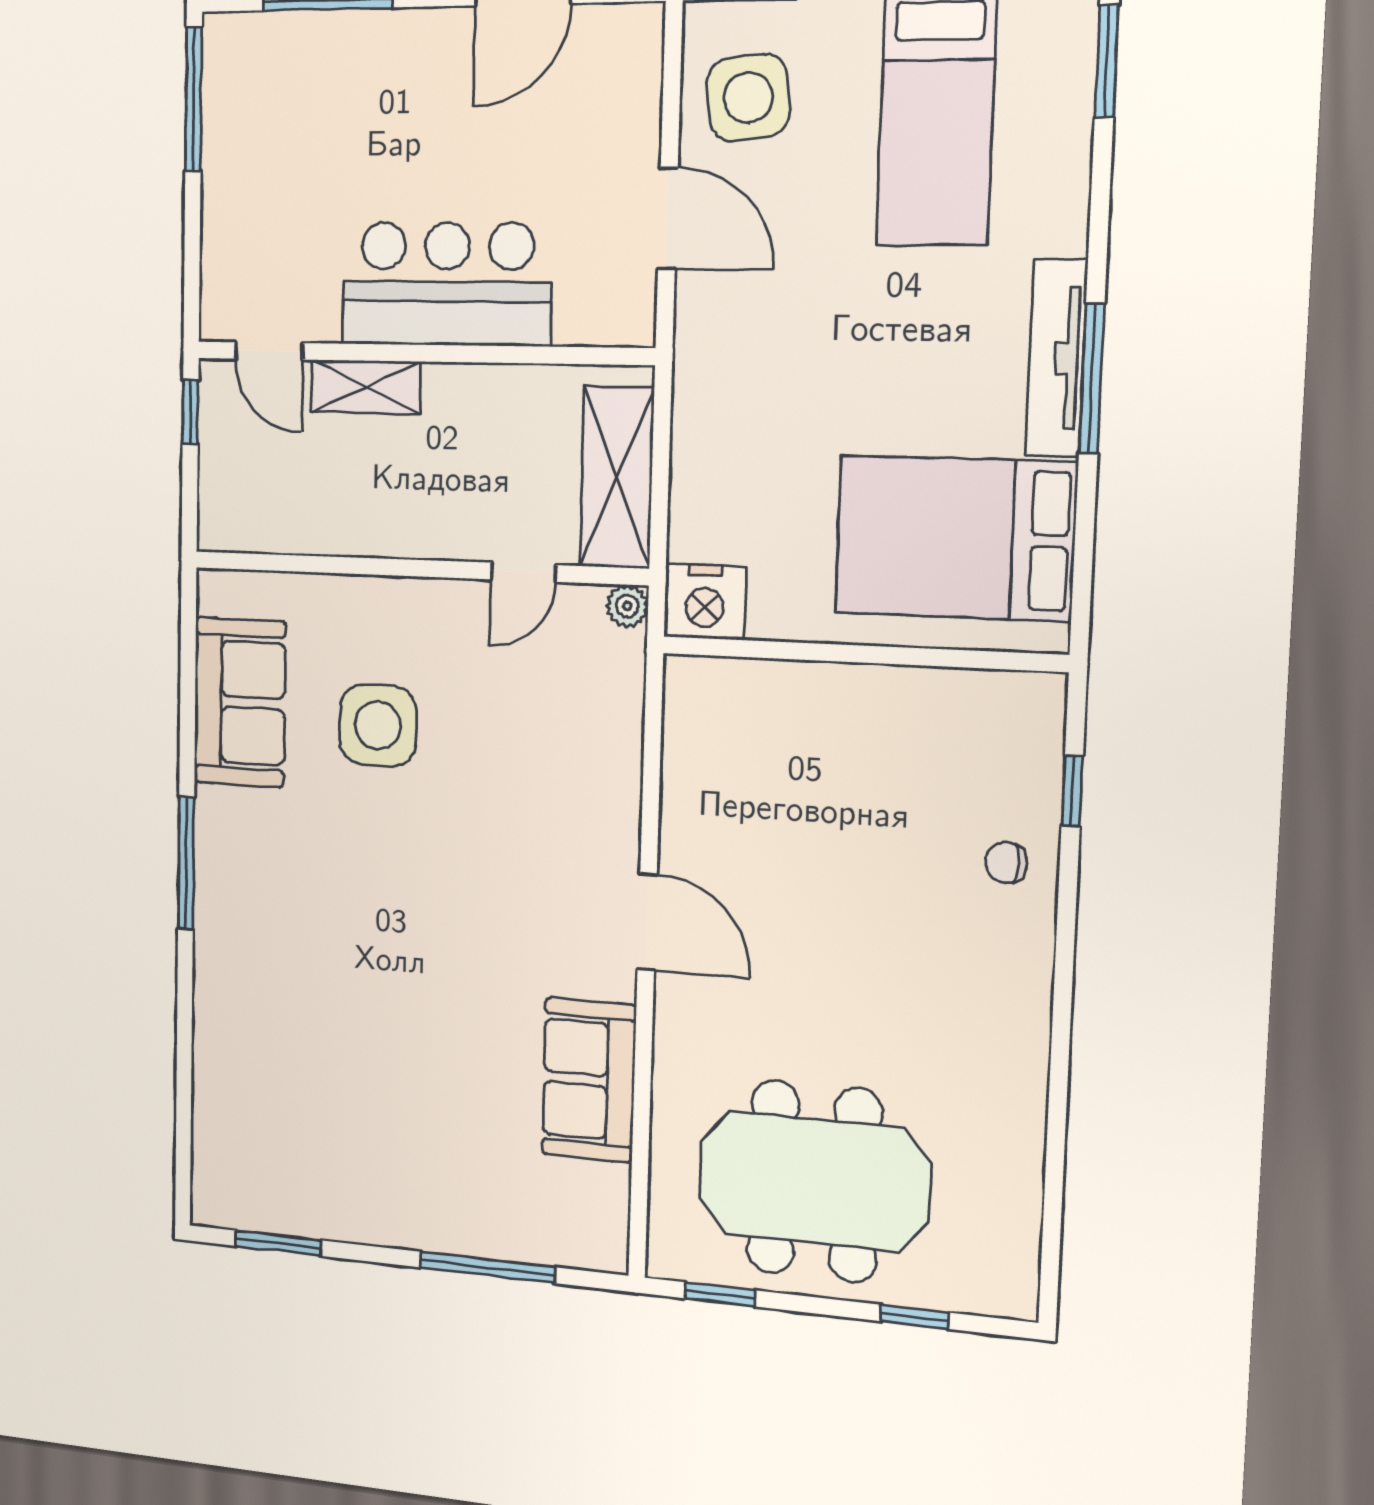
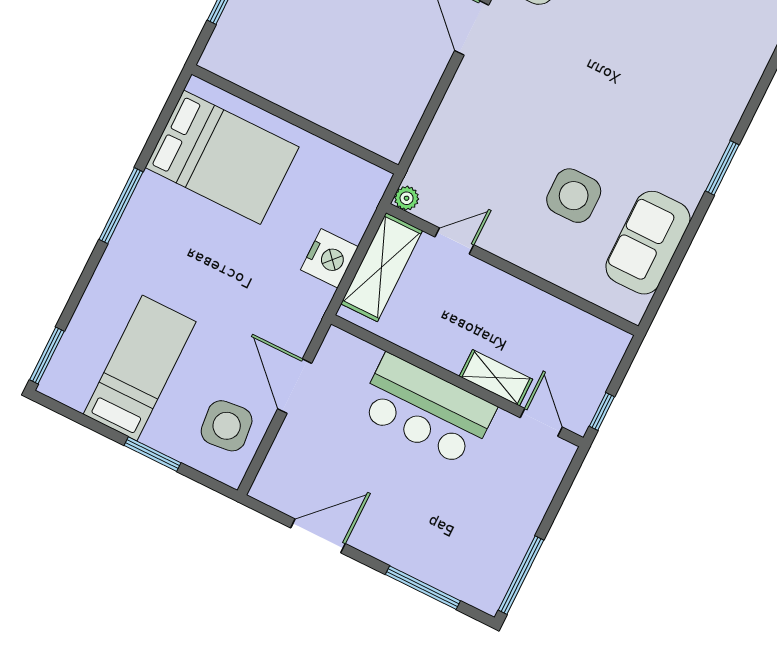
tv unit: (1057, 358) -> (133, 224), removed
nightstand: (705, 602) -> (329, 258), moved, turned 90
window: (186, 863) -> (722, 168), width x0.69

